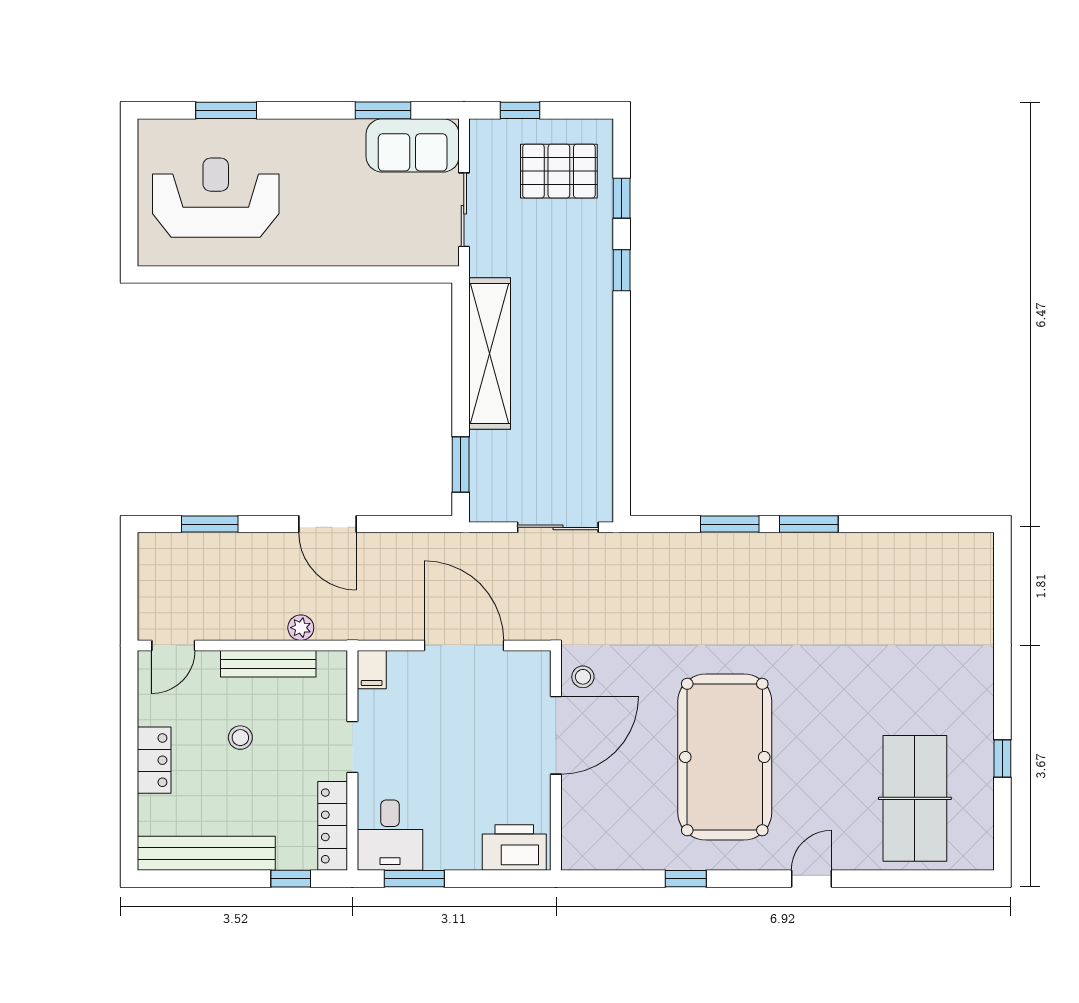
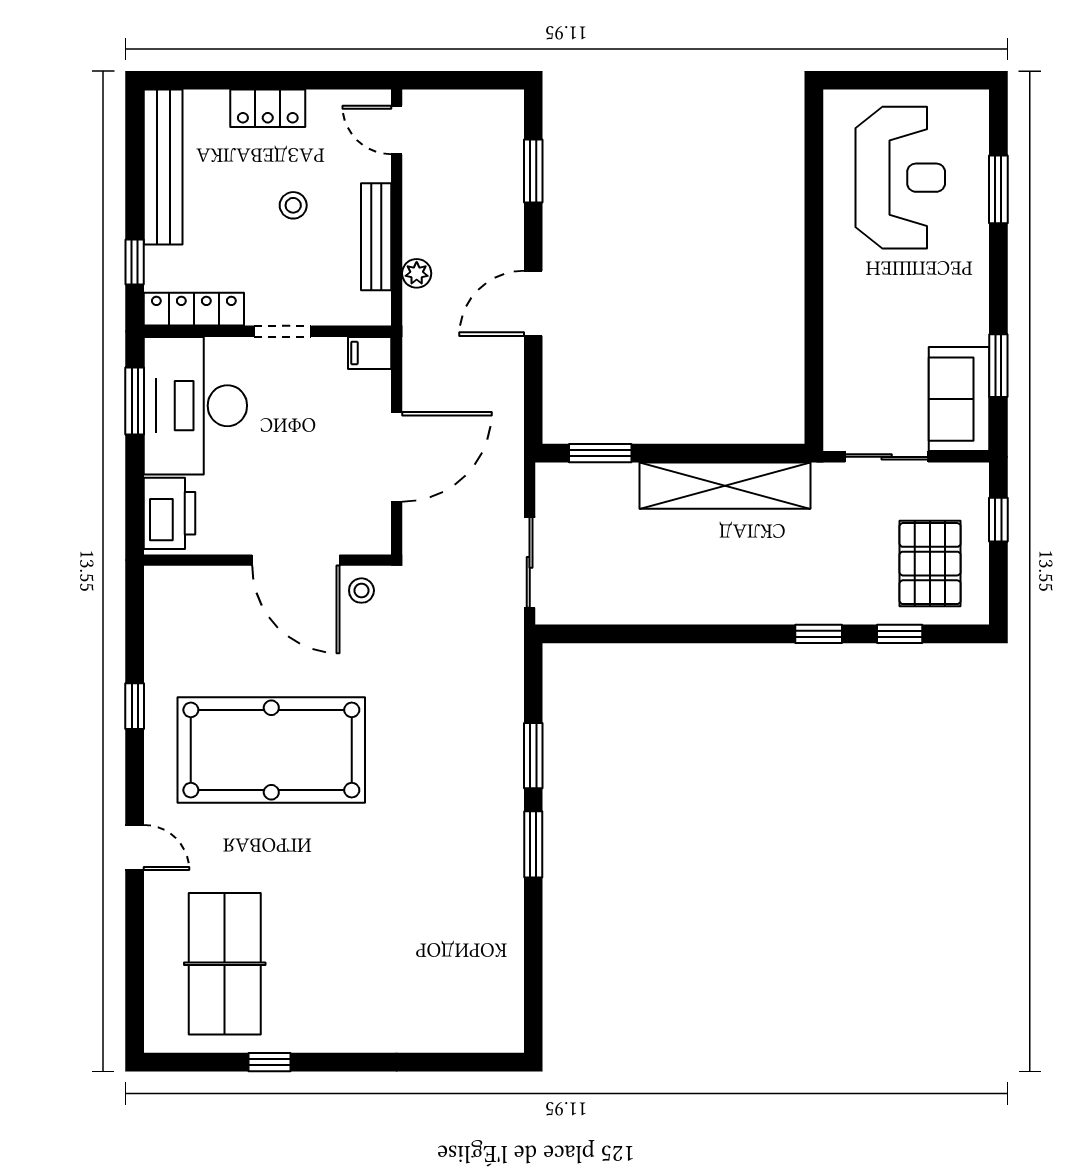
table tennis table: (915, 798) -> (225, 964), turned 90
desk: (390, 835) -> (195, 406), width x1.87, depth x1.30

